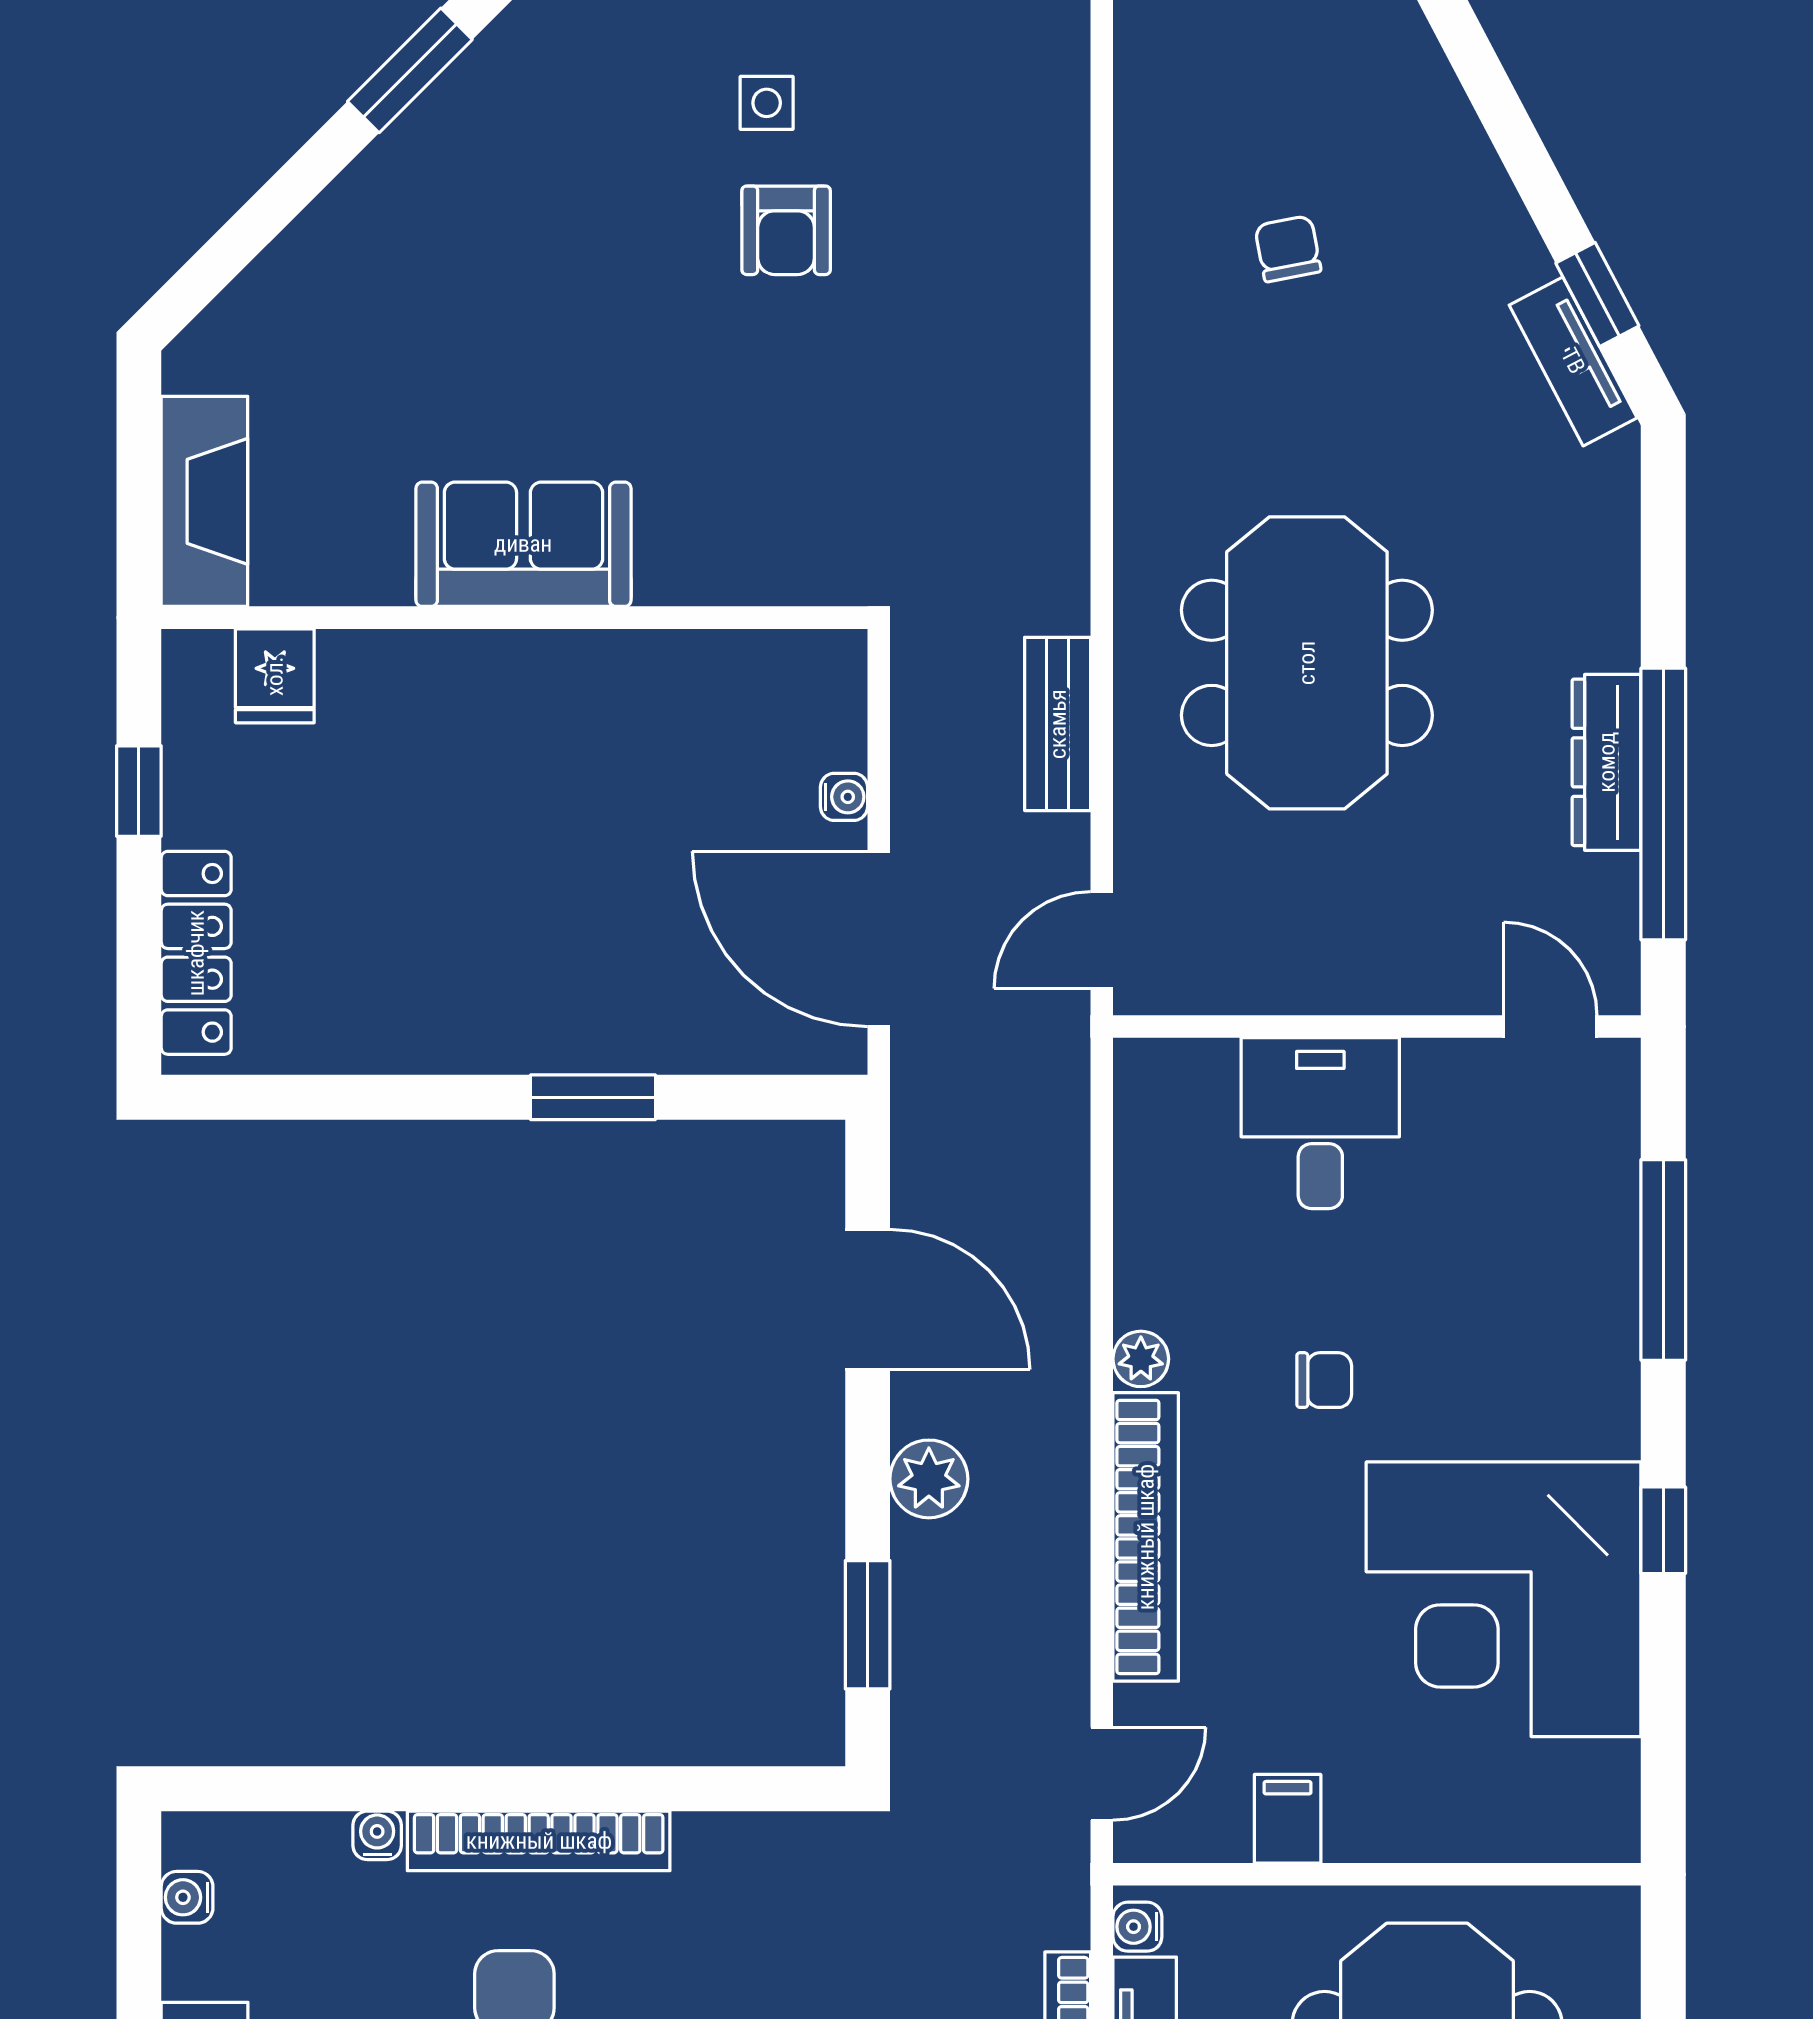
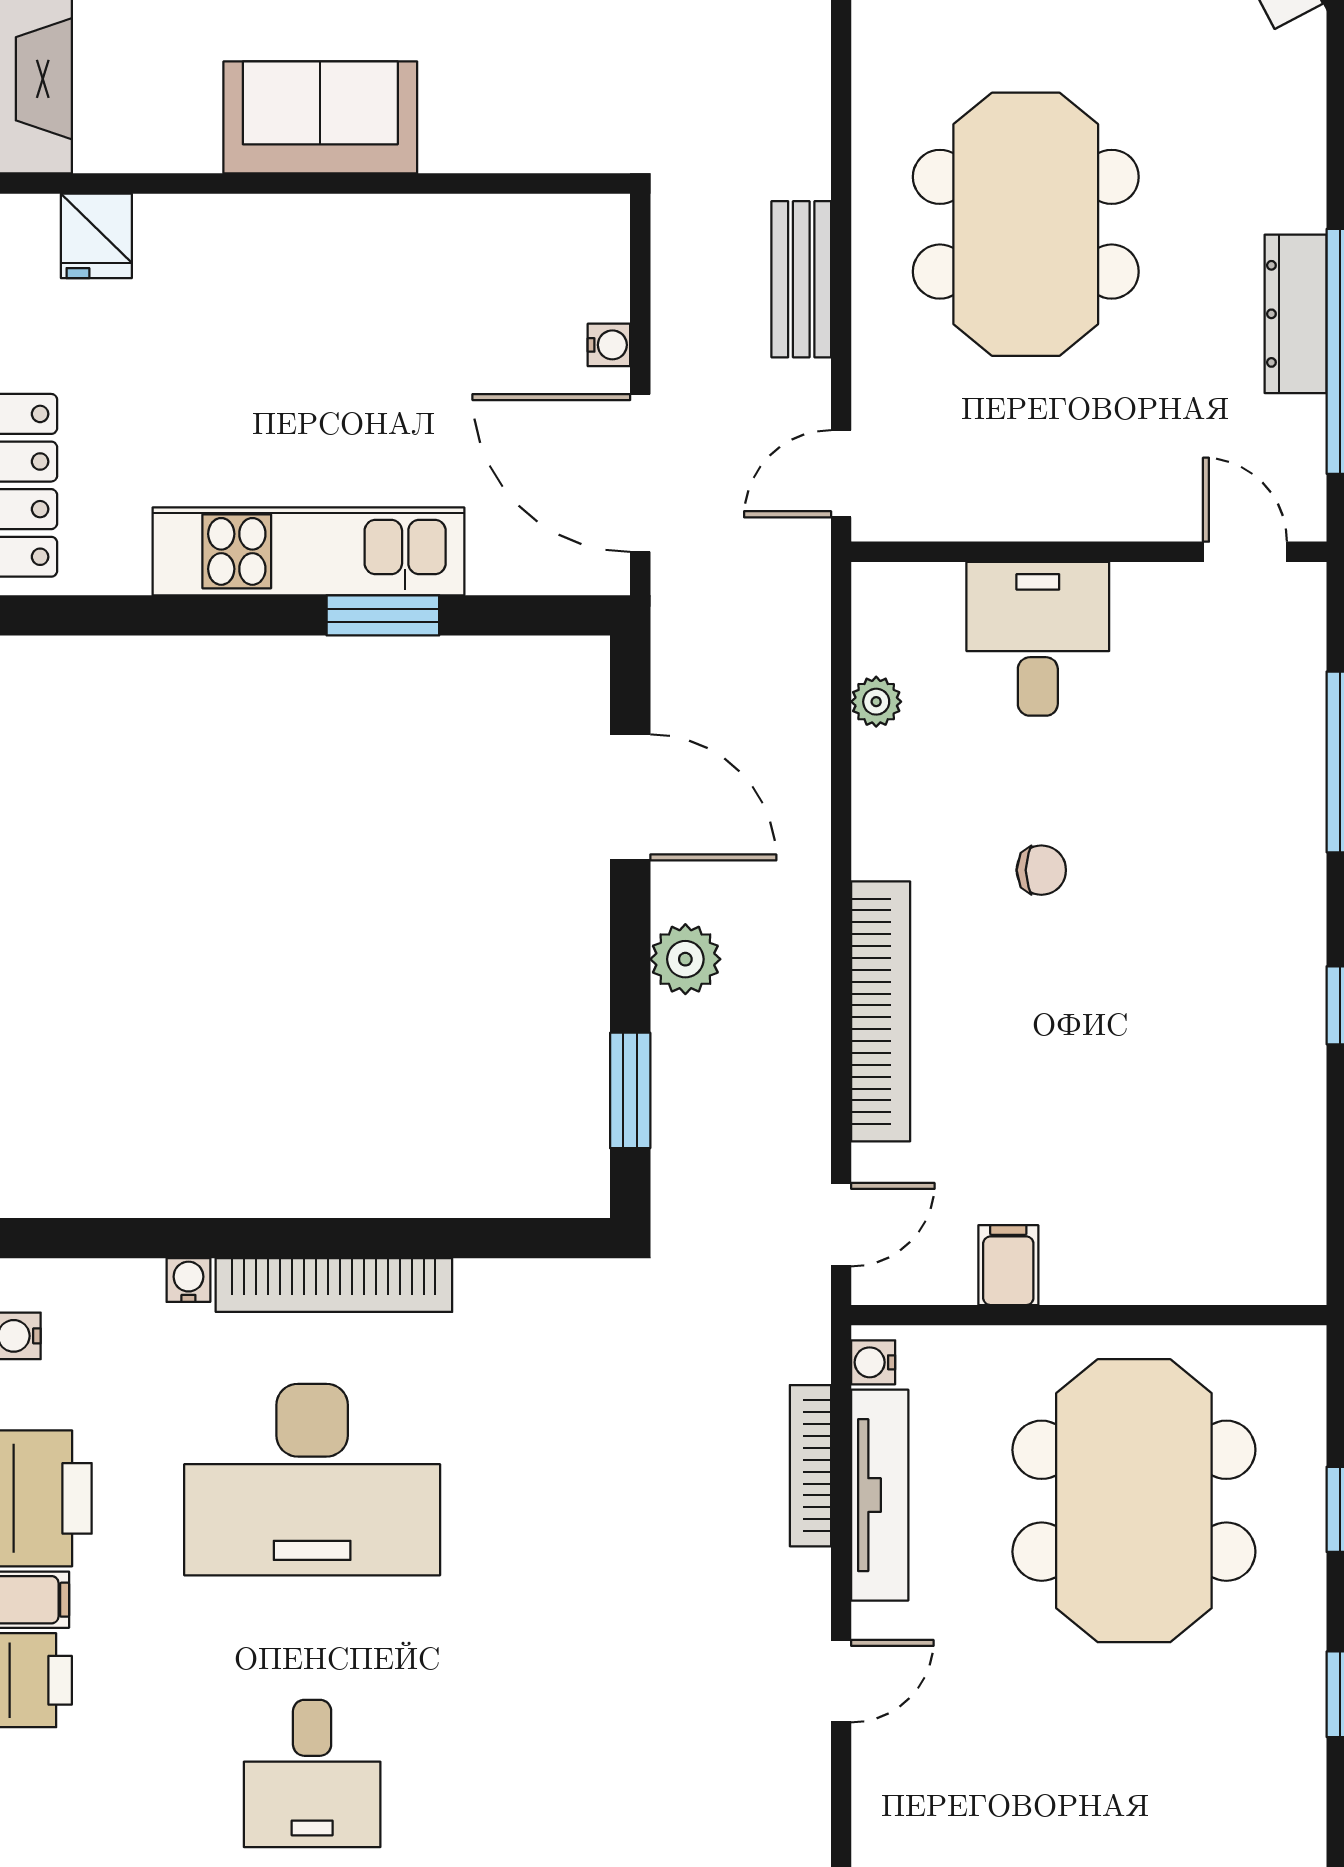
kitchen unit: (510, 1026) -> (308, 551), added
plant: (1141, 1359) -> (876, 702), moved
corner desk: (1504, 1599) -> (1203, 1067), removed

